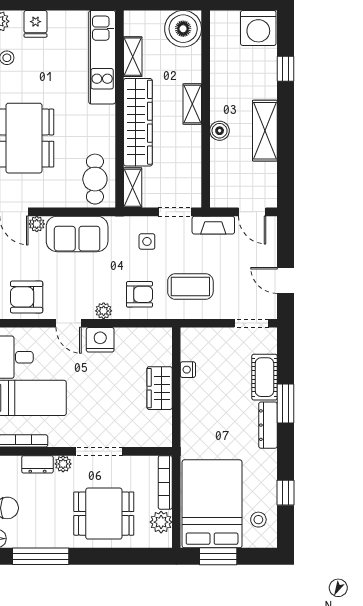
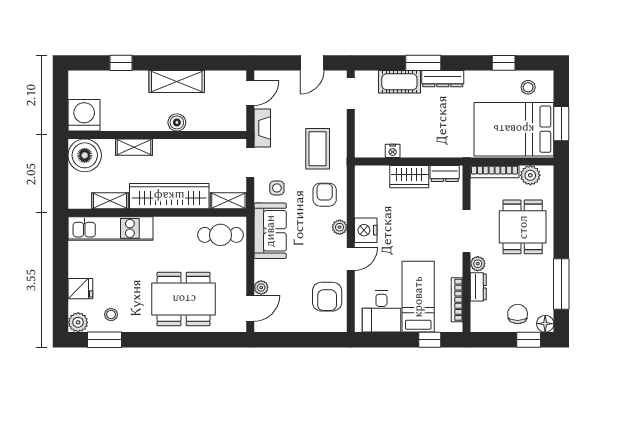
washing machine: (258, 28) -> (84, 115), moved, turned -90
shelving: (192, 104) -> (134, 147), moved
sofa: (77, 234) -> (270, 231), moved
dresser: (163, 427) -> (445, 173), added

